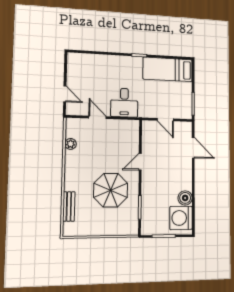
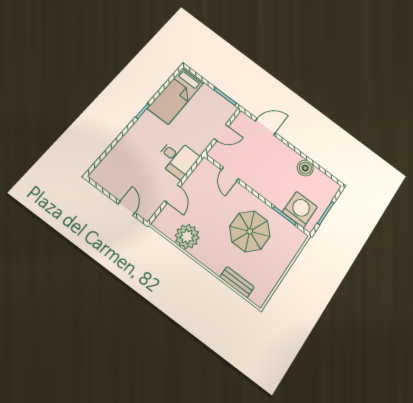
door: (65, 94) -> (126, 208), hinge flipped
door: (97, 117) -> (172, 194), swing flipped
plant: (71, 144) -> (187, 237), width x1.87, depth x1.87
door: (140, 162) -> (230, 174), moved
washing machine: (181, 218) -> (300, 209), moved, turned 180

